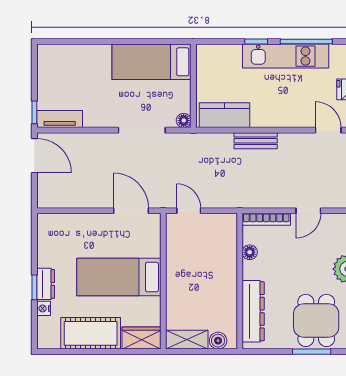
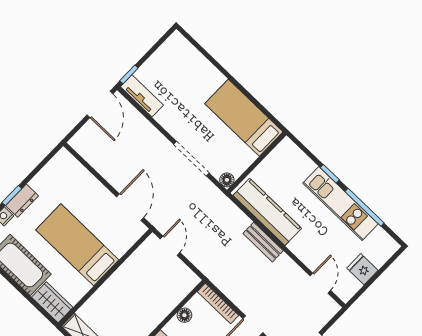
kitchen counter: (224, 115) -> (267, 212), width x1.50

